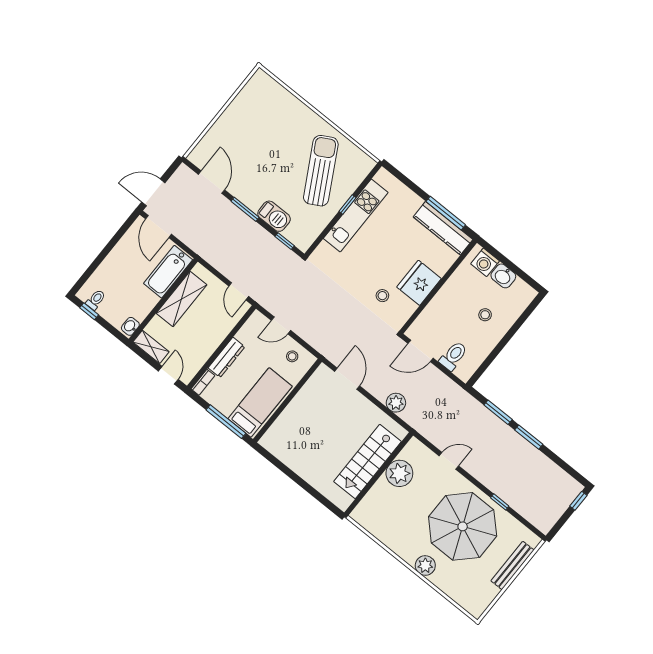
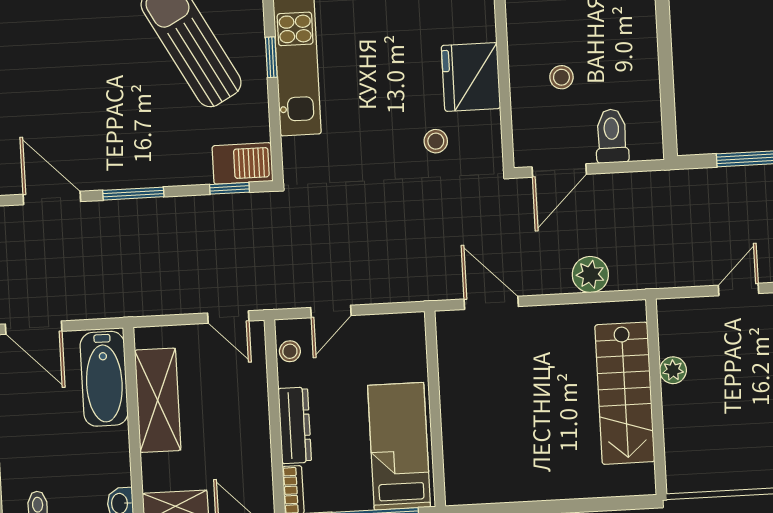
barbecue: (274, 216) -> (243, 163), moved
stool: (485, 315) -> (561, 77), moved
stool: (292, 356) -> (290, 351), moved
plant: (399, 473) -> (673, 370), width x0.53, depth x0.53

